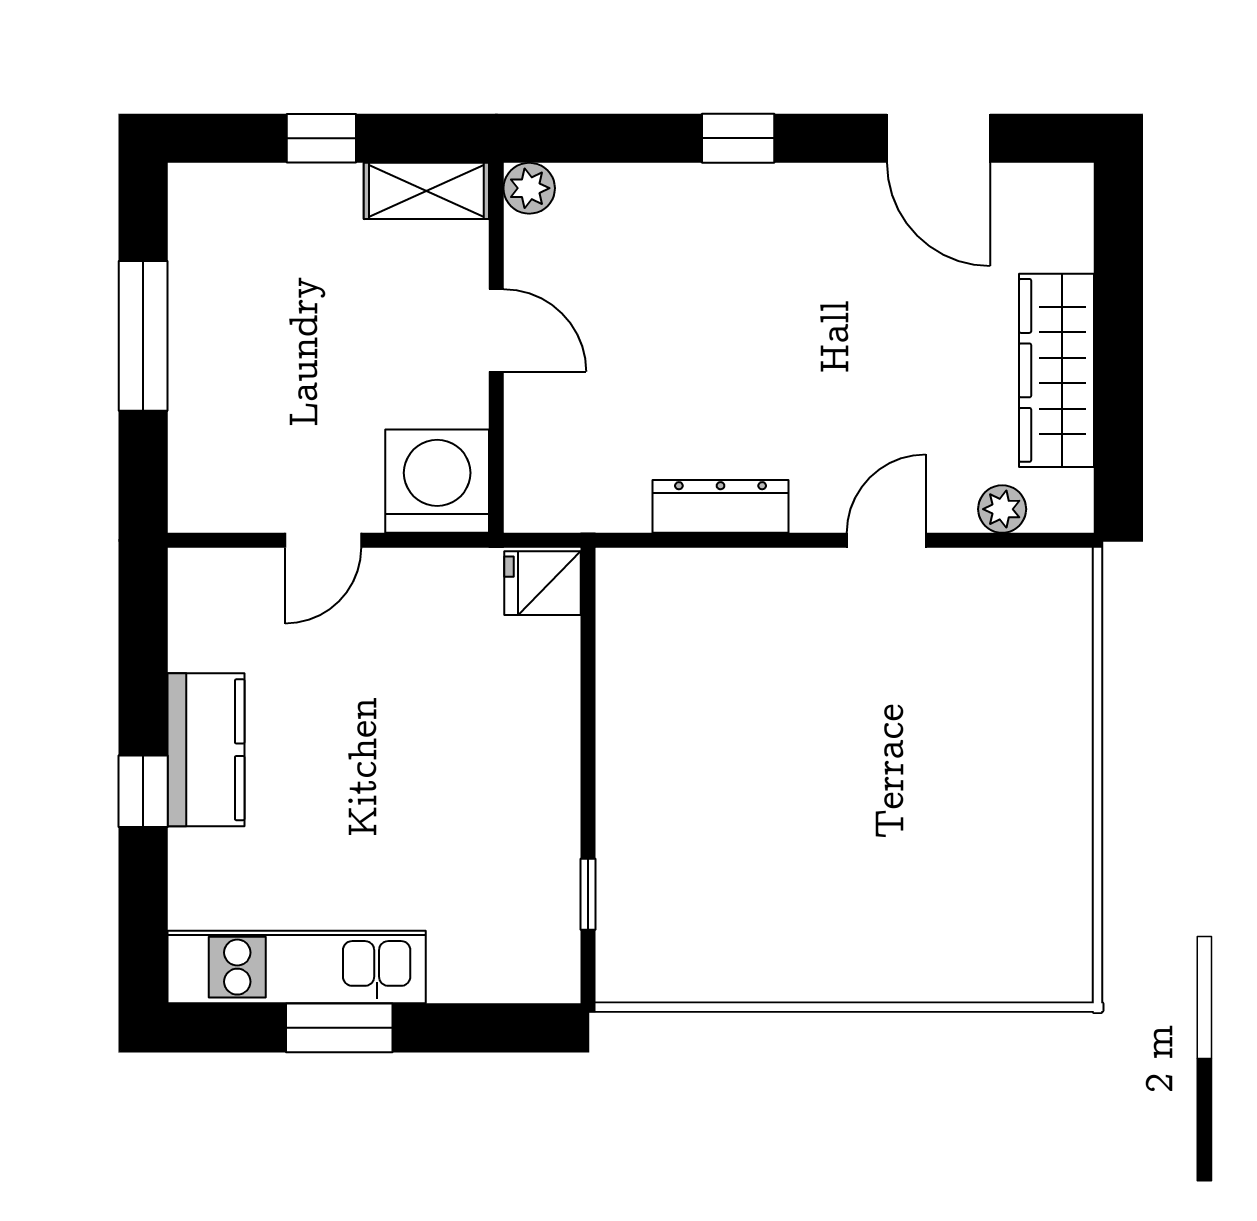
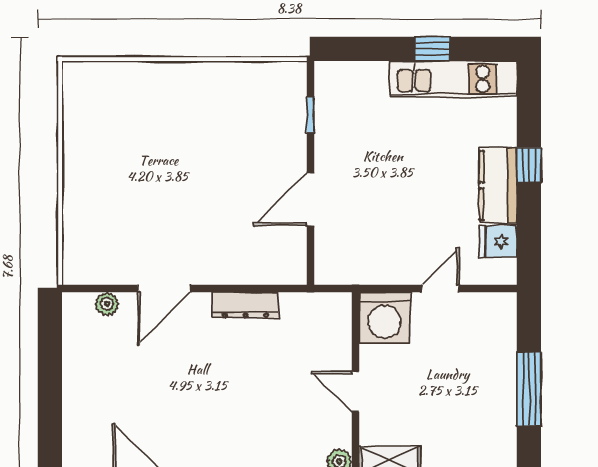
wardrobe: (1057, 370) -> (80, 372), removed
door: (886, 540) -> (164, 288), width x1.38
fridge: (543, 583) -> (498, 241), moved, turned 180
door: (588, 722) -> (310, 199), added
window: (339, 1028) -> (433, 49), width x0.67

